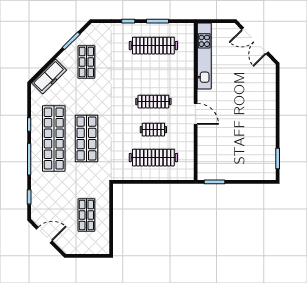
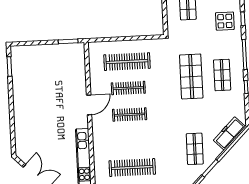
door: (196, 114) -> (89, 105), swing flipped
clothes rail: (153, 130) -> (128, 88), width x1.36
shop shelf: (54, 139) -> (222, 75), width x0.50, depth x0.74
display table: (48, 195) -> (225, 21), added

